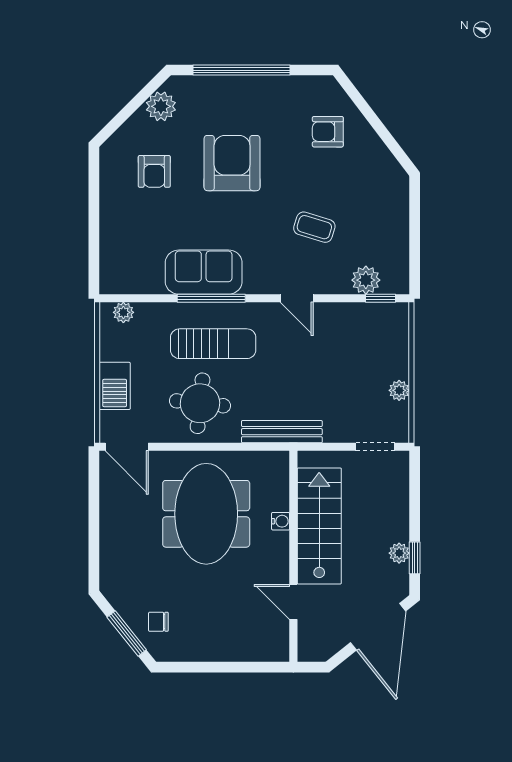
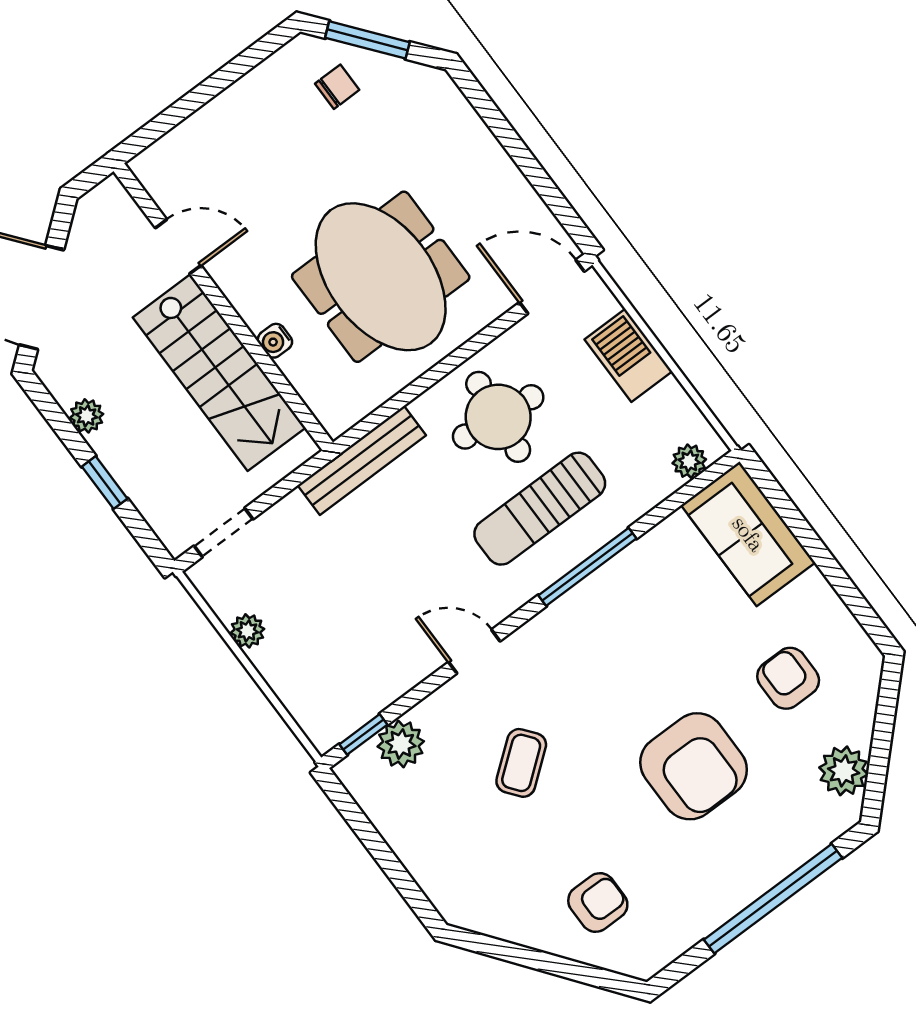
coffee table: (314, 227) -> (521, 763), turned -55
sofa: (204, 272) -> (748, 534), moved, turned 90
window: (415, 558) -> (105, 483), moved

